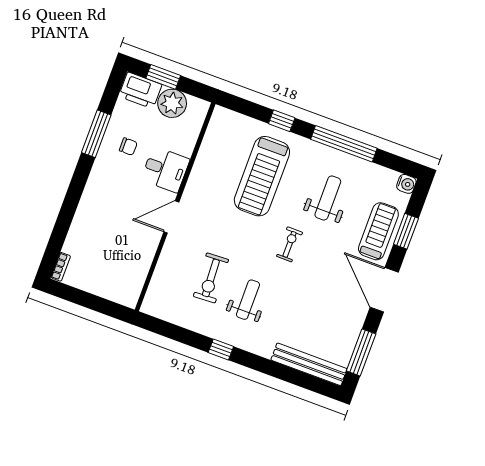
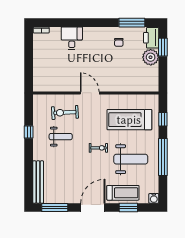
window: (96, 134) -> (132, 23), moved
desk: (165, 170) -> (72, 38), moved, turned 180
weight bench: (328, 198) -> (131, 159), width x1.36, depth x1.33
wall: (175, 207) -> (96, 93), moved
door: (171, 217) -> (90, 93), moved

